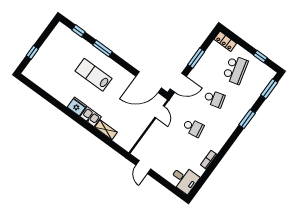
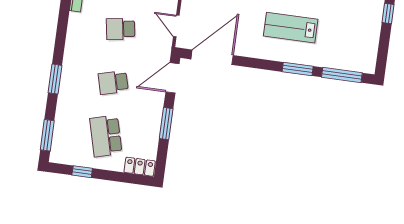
window: (79, 31) -> (342, 75), width x2.17
lab bench: (94, 75) -> (291, 28), turned 180

